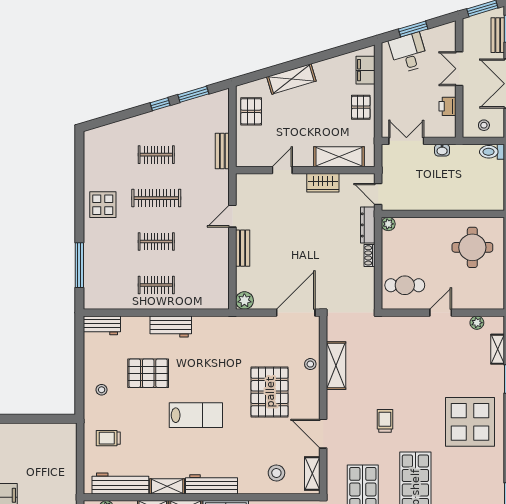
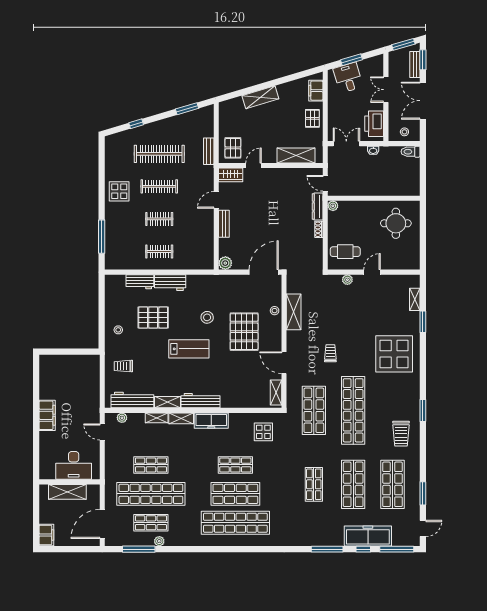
window: (160, 104) -> (136, 124), moved
printer: (447, 106) -> (374, 124), width x1.87, depth x1.48
pallet: (251, 111) -> (233, 148), moved
clothes rail: (156, 155) -> (159, 154), width x1.86, depth x1.31
wardrobe: (323, 183) -> (231, 175), moved
plant: (477, 323) -> (347, 280), moved
workbench: (102, 325) -> (140, 282), moved
stool: (276, 473) -> (207, 317), moved

